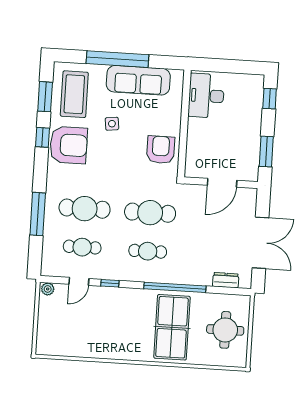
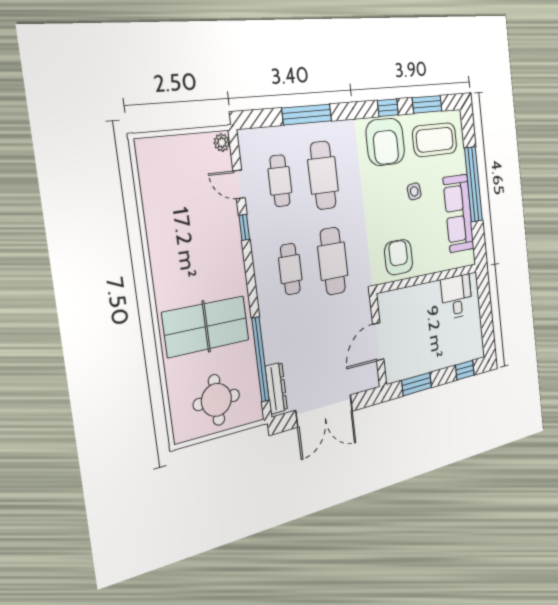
desk: (206, 96) -> (457, 297), width x0.73
armchair: (161, 150) -> (399, 257), turned -90
door: (222, 183) -> (378, 342), hinge flipped
dresser: (226, 280) -> (276, 388), width x1.44
window: (175, 287) -> (260, 359), moved

